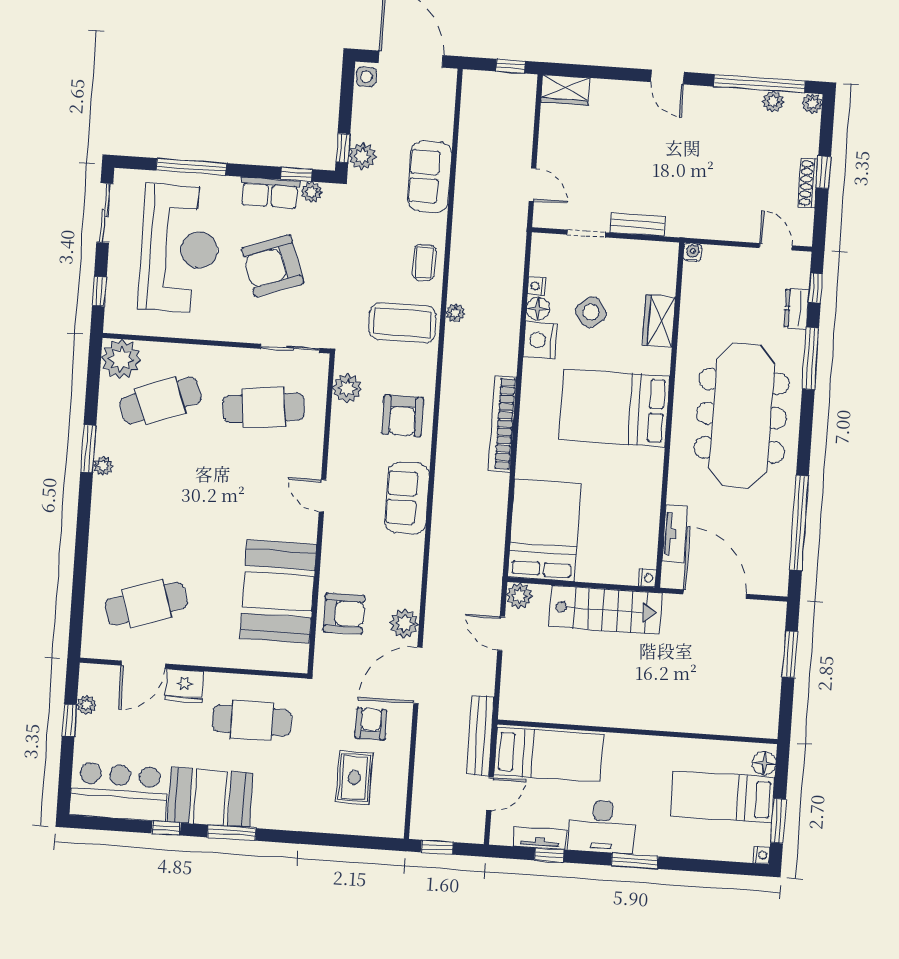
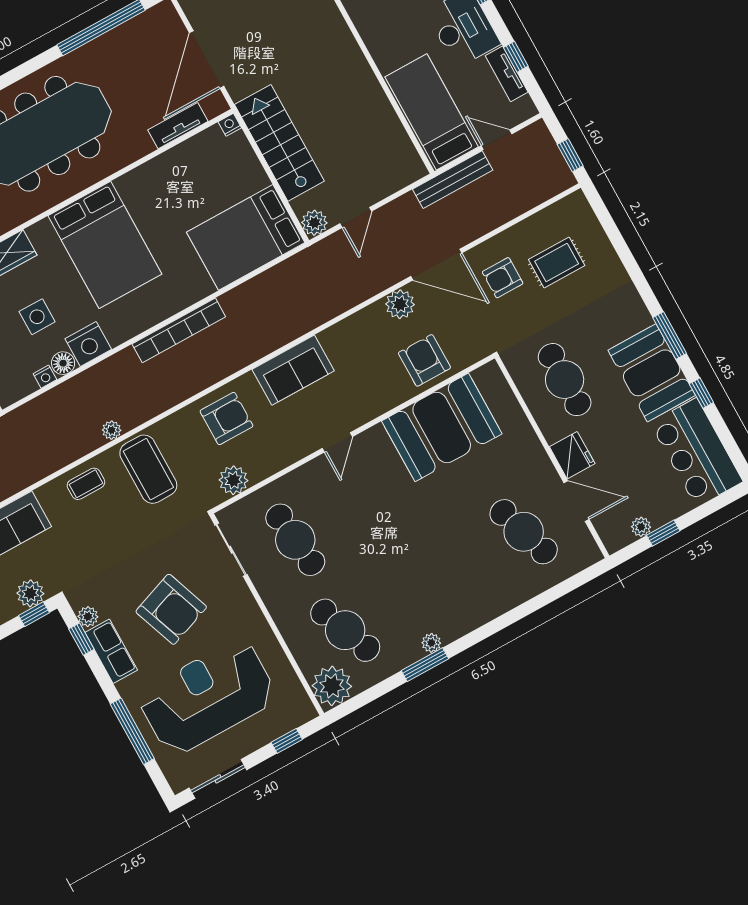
side table: (591, 312) -> (37, 317), turned 37

